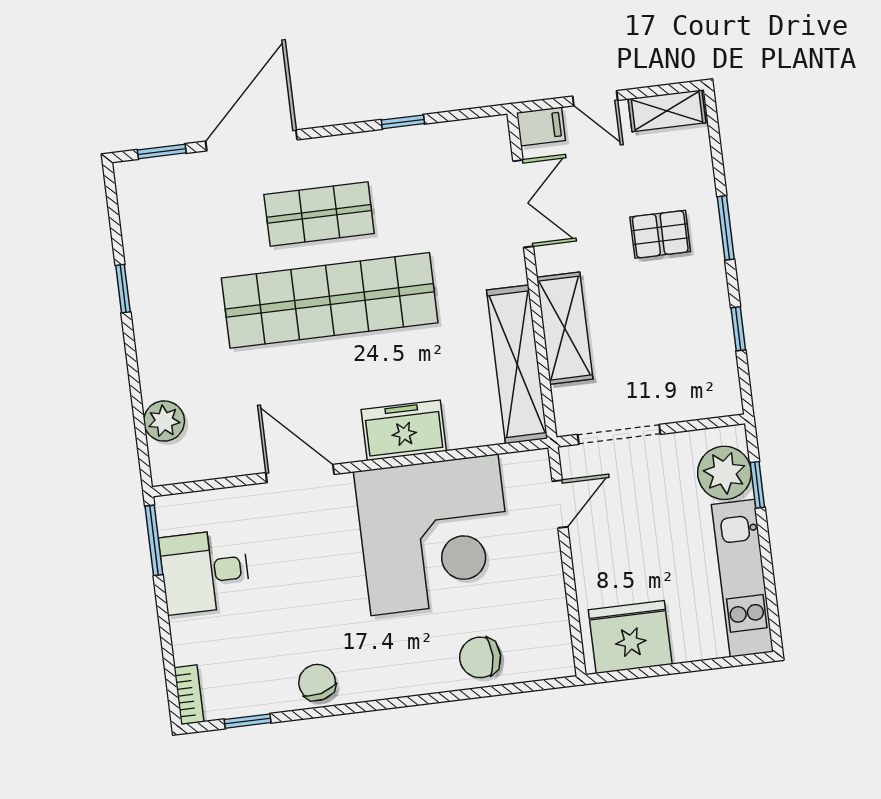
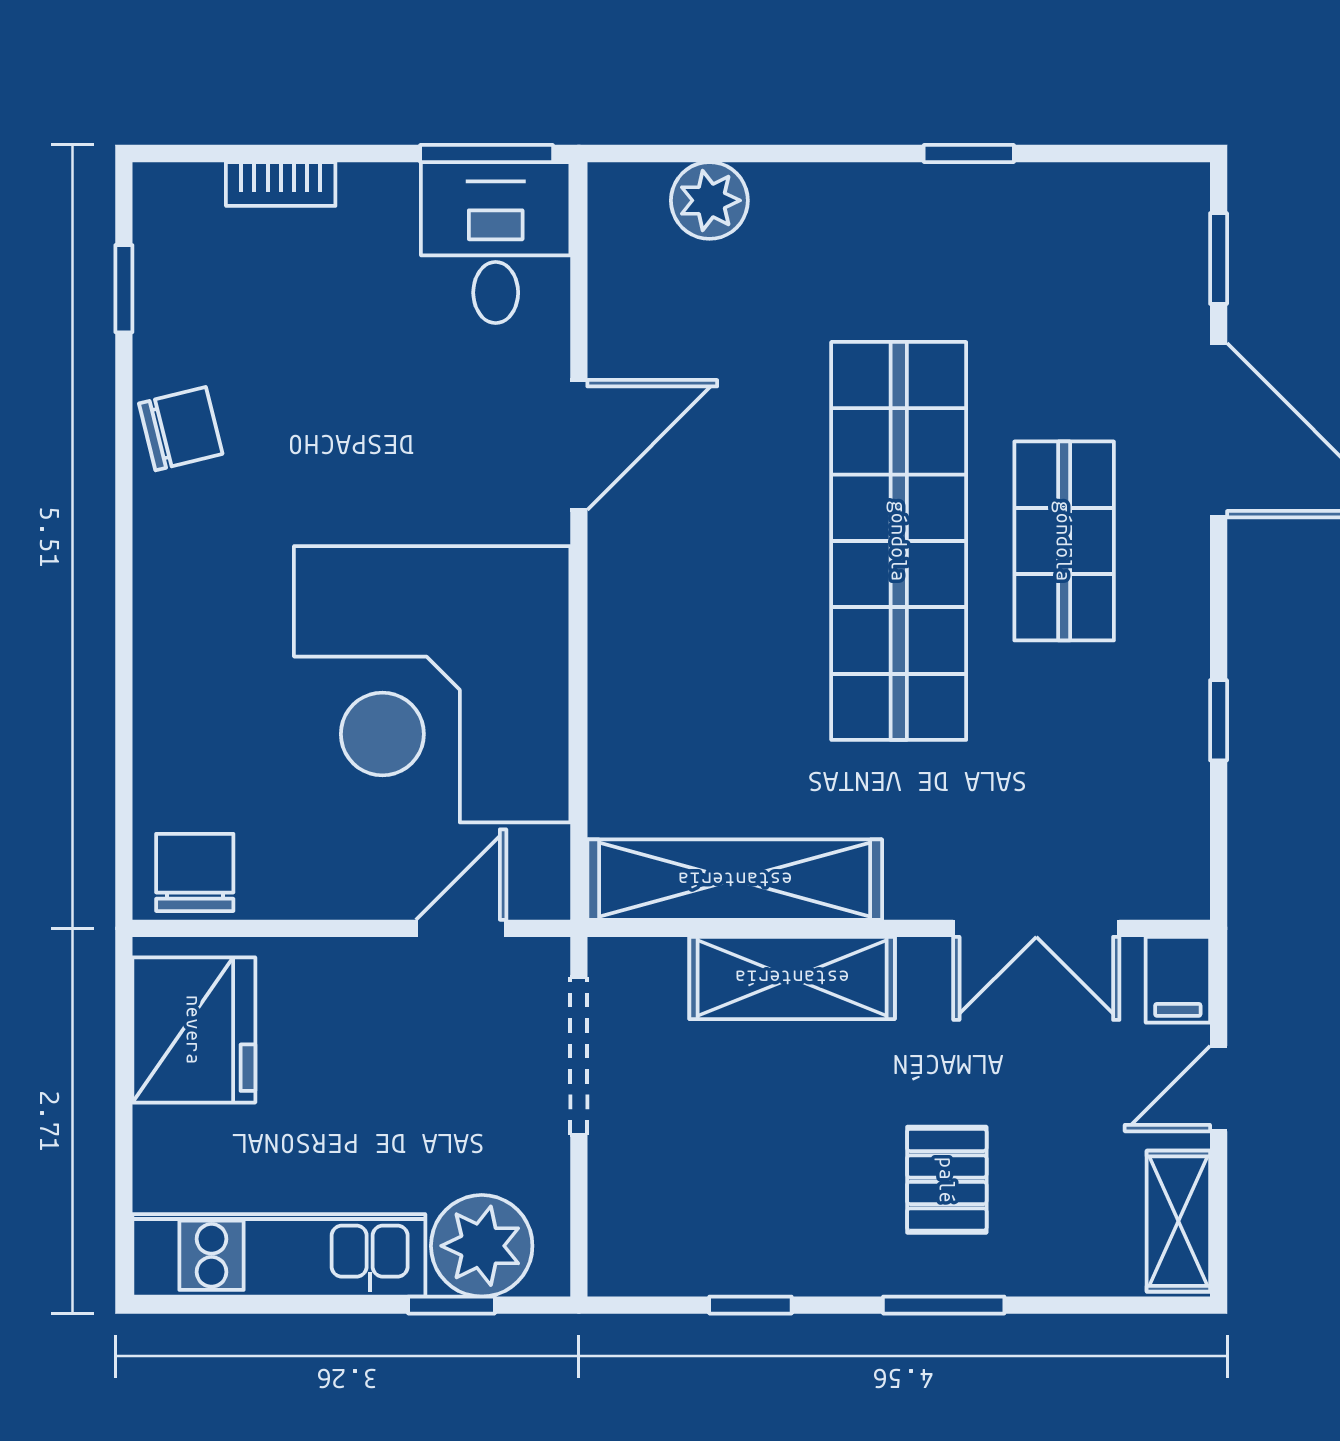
freezer: (404, 430) -> (636, 651), removed
door: (560, 504) -> (461, 928), swing flipped
desk: (205, 572) -> (496, 243), moved
chair: (480, 657) -> (195, 872), moved
bookcase: (189, 695) -> (281, 184), moved

